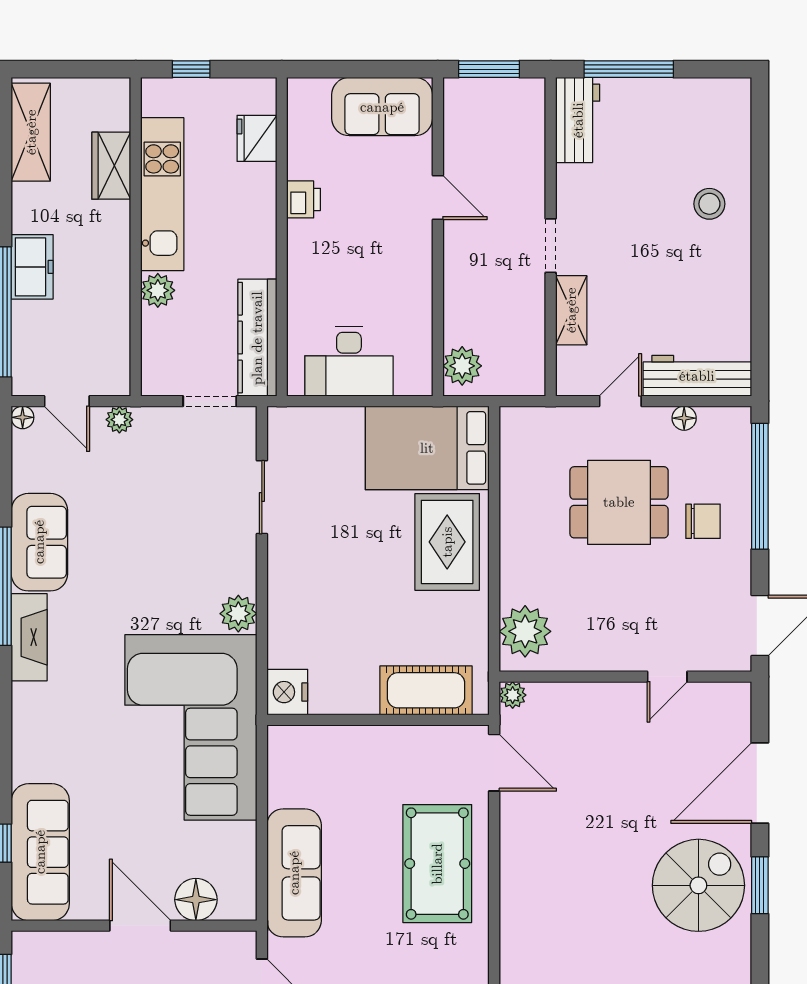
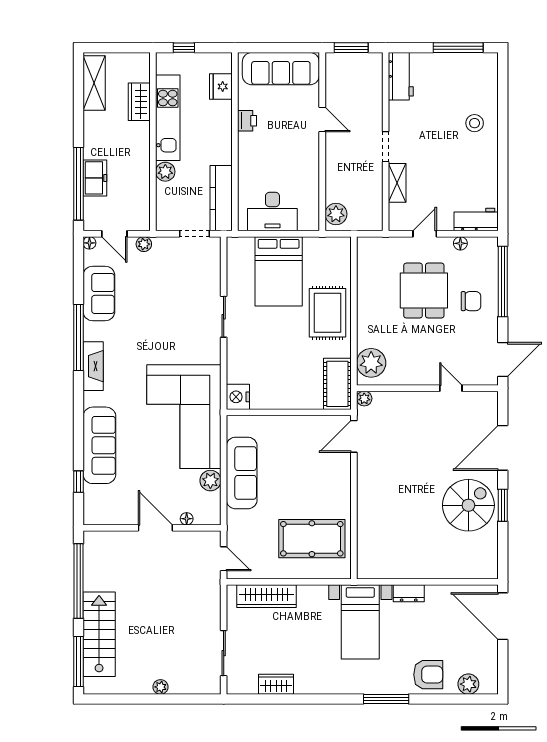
window: (629, 69) -> (458, 48), moved
sofa: (382, 107) -> (281, 69), width x1.36
freezer: (32, 267) -> (95, 178), moved
workbench: (697, 376) -> (476, 220), width x0.73
bed: (427, 448) -> (279, 271), moved, turned -90
sliding door: (262, 497) -> (224, 317), moved
dining table: (619, 502) -> (424, 291), turned 90
sofa: (39, 542) -> (99, 293), moved
plant: (238, 614) -> (210, 481), moved
door: (667, 677) -> (451, 388), swing flipped
cot: (426, 690) -> (337, 384), moved, turned 90
door: (494, 763) -> (354, 436), swing flipped
sofa: (40, 852) -> (99, 445), moved
pool table: (437, 864) -> (312, 539), moved, turned 90
sofa: (294, 873) -> (242, 473), moved
floor lamp: (196, 900) -> (187, 519), width x0.53, depth x0.53

